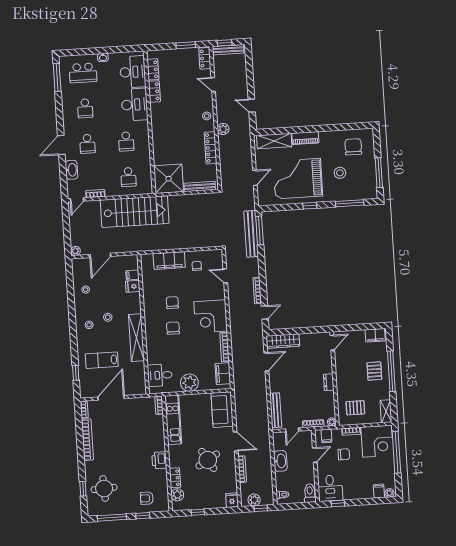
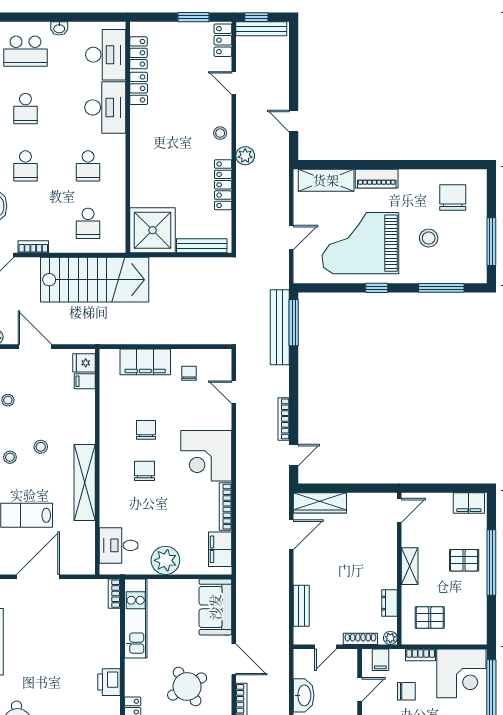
door: (100, 255) -> (35, 347), swing flipped
fridge: (133, 286) -> (84, 363), moved
pallet: (374, 371) -> (464, 560), turned 90
dresser: (329, 382) -> (389, 603), moved
bench: (276, 410) -> (301, 606), width x0.73
shelving: (386, 411) -> (410, 566), moved

